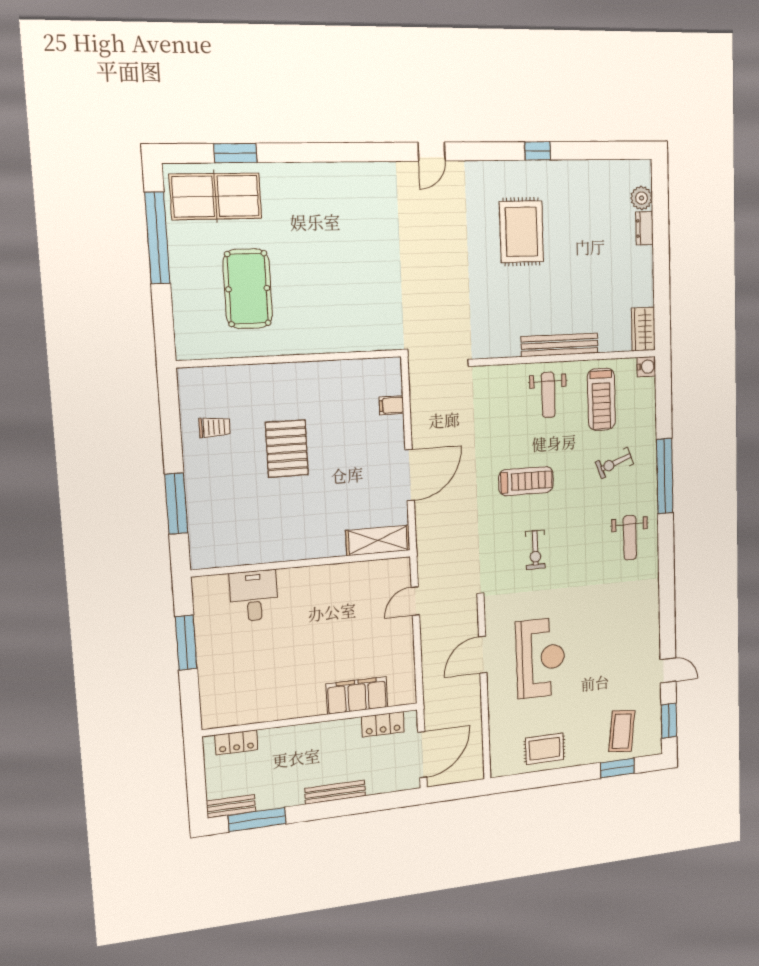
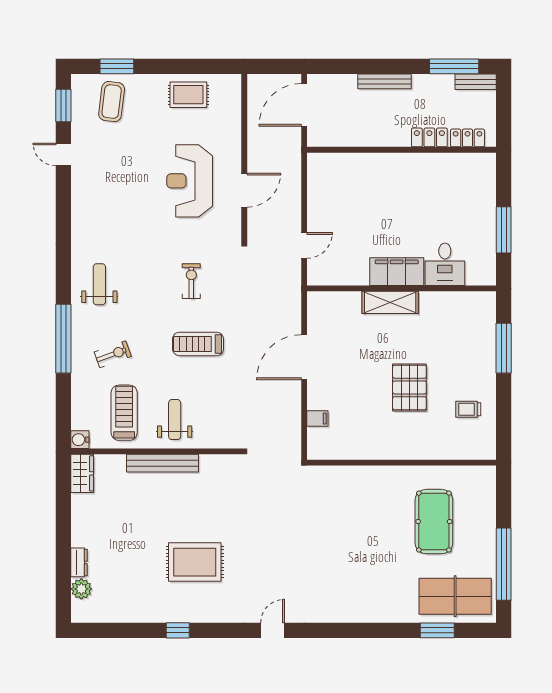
rug: (522, 232) -> (195, 562), turned 90
shelving: (378, 540) -> (390, 302), moved
filing cabinet: (357, 695) -> (397, 272), moved, turned 180
locker: (383, 724) -> (429, 137), moved

